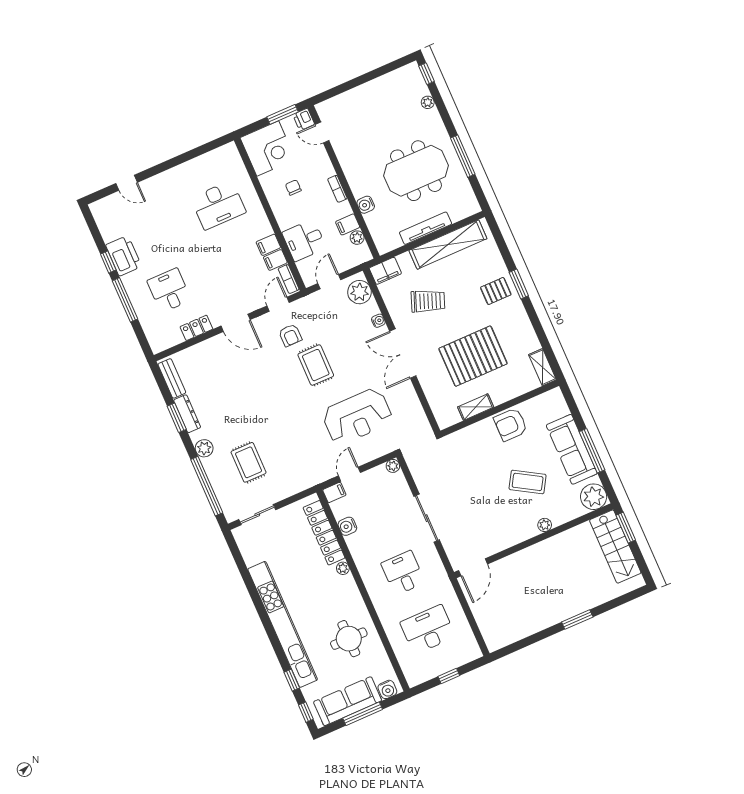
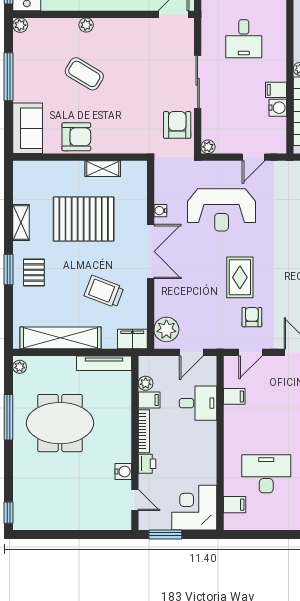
plant: (428, 102) -> (20, 367), moved
printer: (304, 119) -> (147, 464), moved
chair: (293, 187) -> (186, 459), removed
bookcase: (337, 189) -> (144, 431), width x1.56
water cooler: (366, 205) -> (123, 472), moved
tv unit: (426, 228) -> (104, 363), moved
filing cabinet: (268, 245) -> (235, 505), moved
bookcase: (289, 279) -> (230, 372), removed
pallet: (496, 291) -> (34, 272), turned 90
water cooler: (378, 321) -> (160, 211), moved
shelving: (542, 367) -> (21, 222), moved
reception desk: (357, 416) -> (222, 210), turned 180
sofa: (572, 449) -> (28, 128), moved, width x0.73
armchair: (428, 473) -> (177, 125), added
filing cabinet: (334, 492) -> (276, 90), moved
plant: (594, 497) -> (20, 25), width x0.53, depth x0.53

